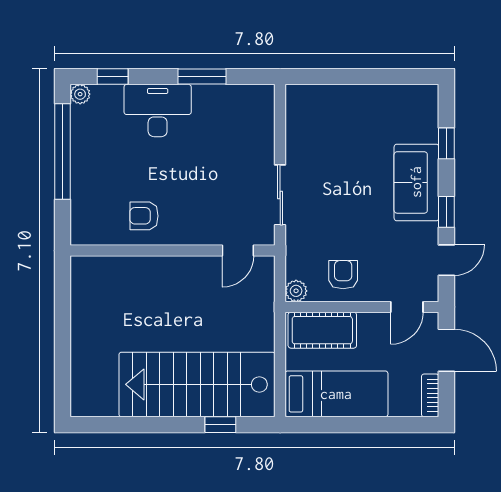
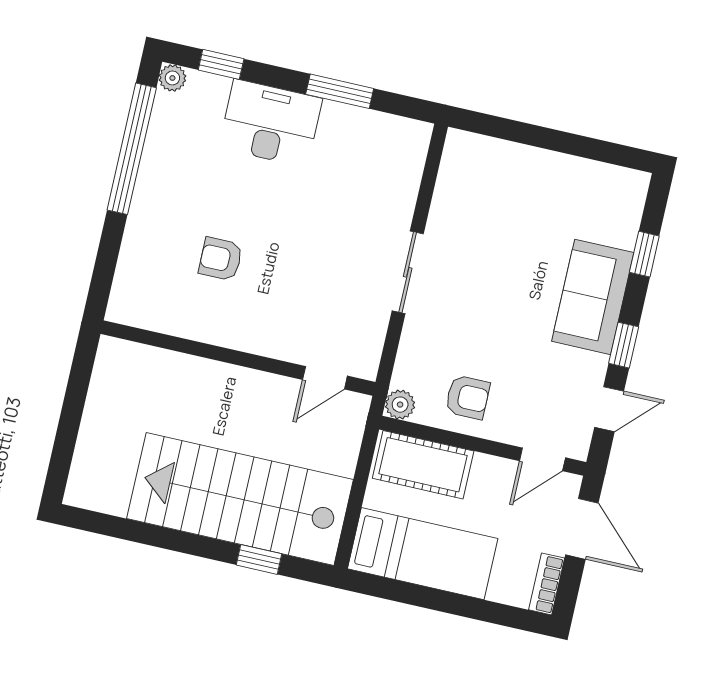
wall: (173, 251) -> (238, 358), moved
door: (238, 251) -> (325, 378), moved
armchair: (343, 275) -> (468, 397), turned 90

